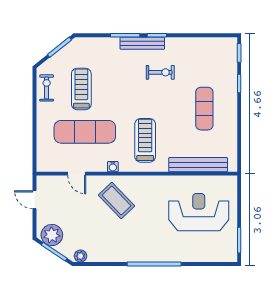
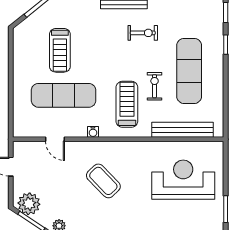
exercise bike: (47, 88) -> (155, 86), moved
treadmill: (81, 89) -> (60, 50), turned 180
exercise mat: (204, 109) -> (189, 71), width x1.36, depth x1.45
coffee table: (117, 200) -> (103, 181), moved

